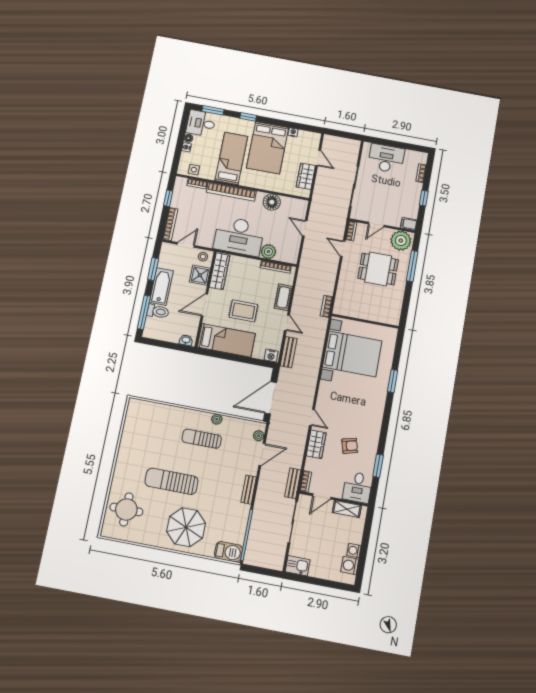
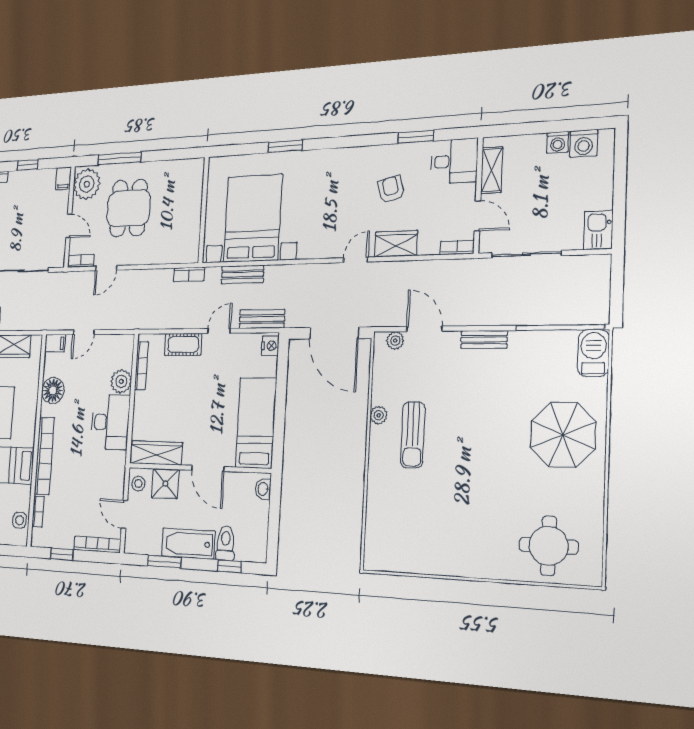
filing cabinet: (302, 207) -> (55, 343), added
desk: (239, 236) -> (110, 422), width x0.73, depth x0.77
rug: (243, 311) -> (210, 404), removed
window: (144, 312) -> (229, 566), width x0.46
sun lounger: (171, 481) -> (489, 474), removed
bench: (293, 483) -> (243, 274), moved

